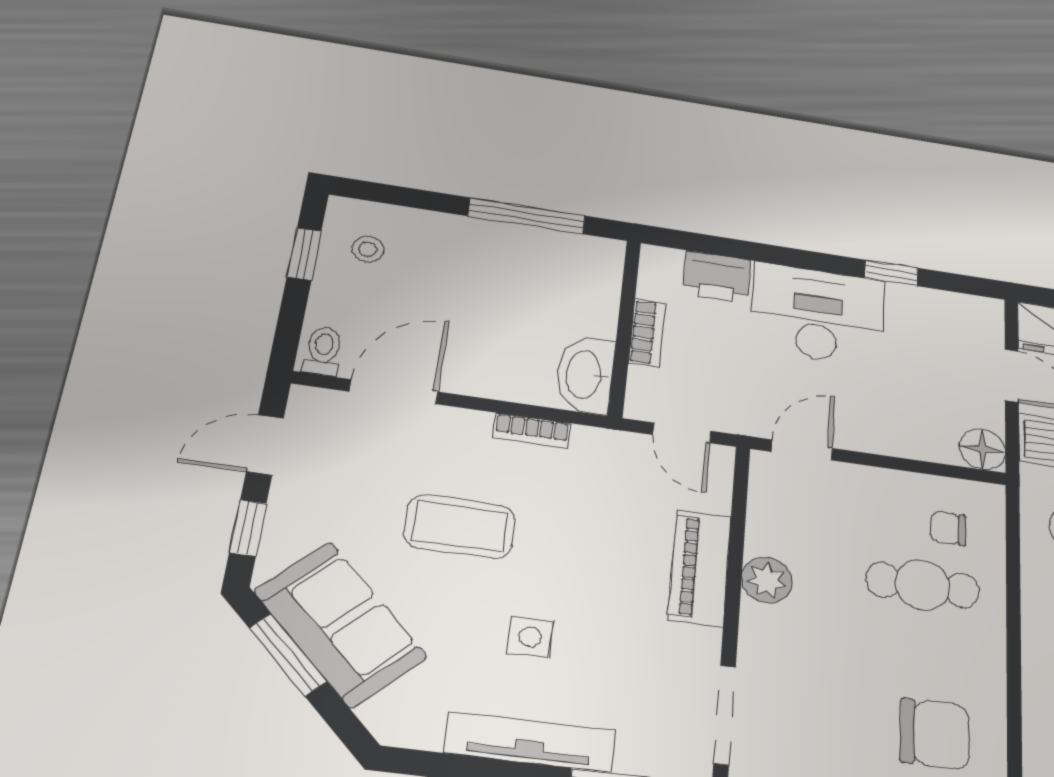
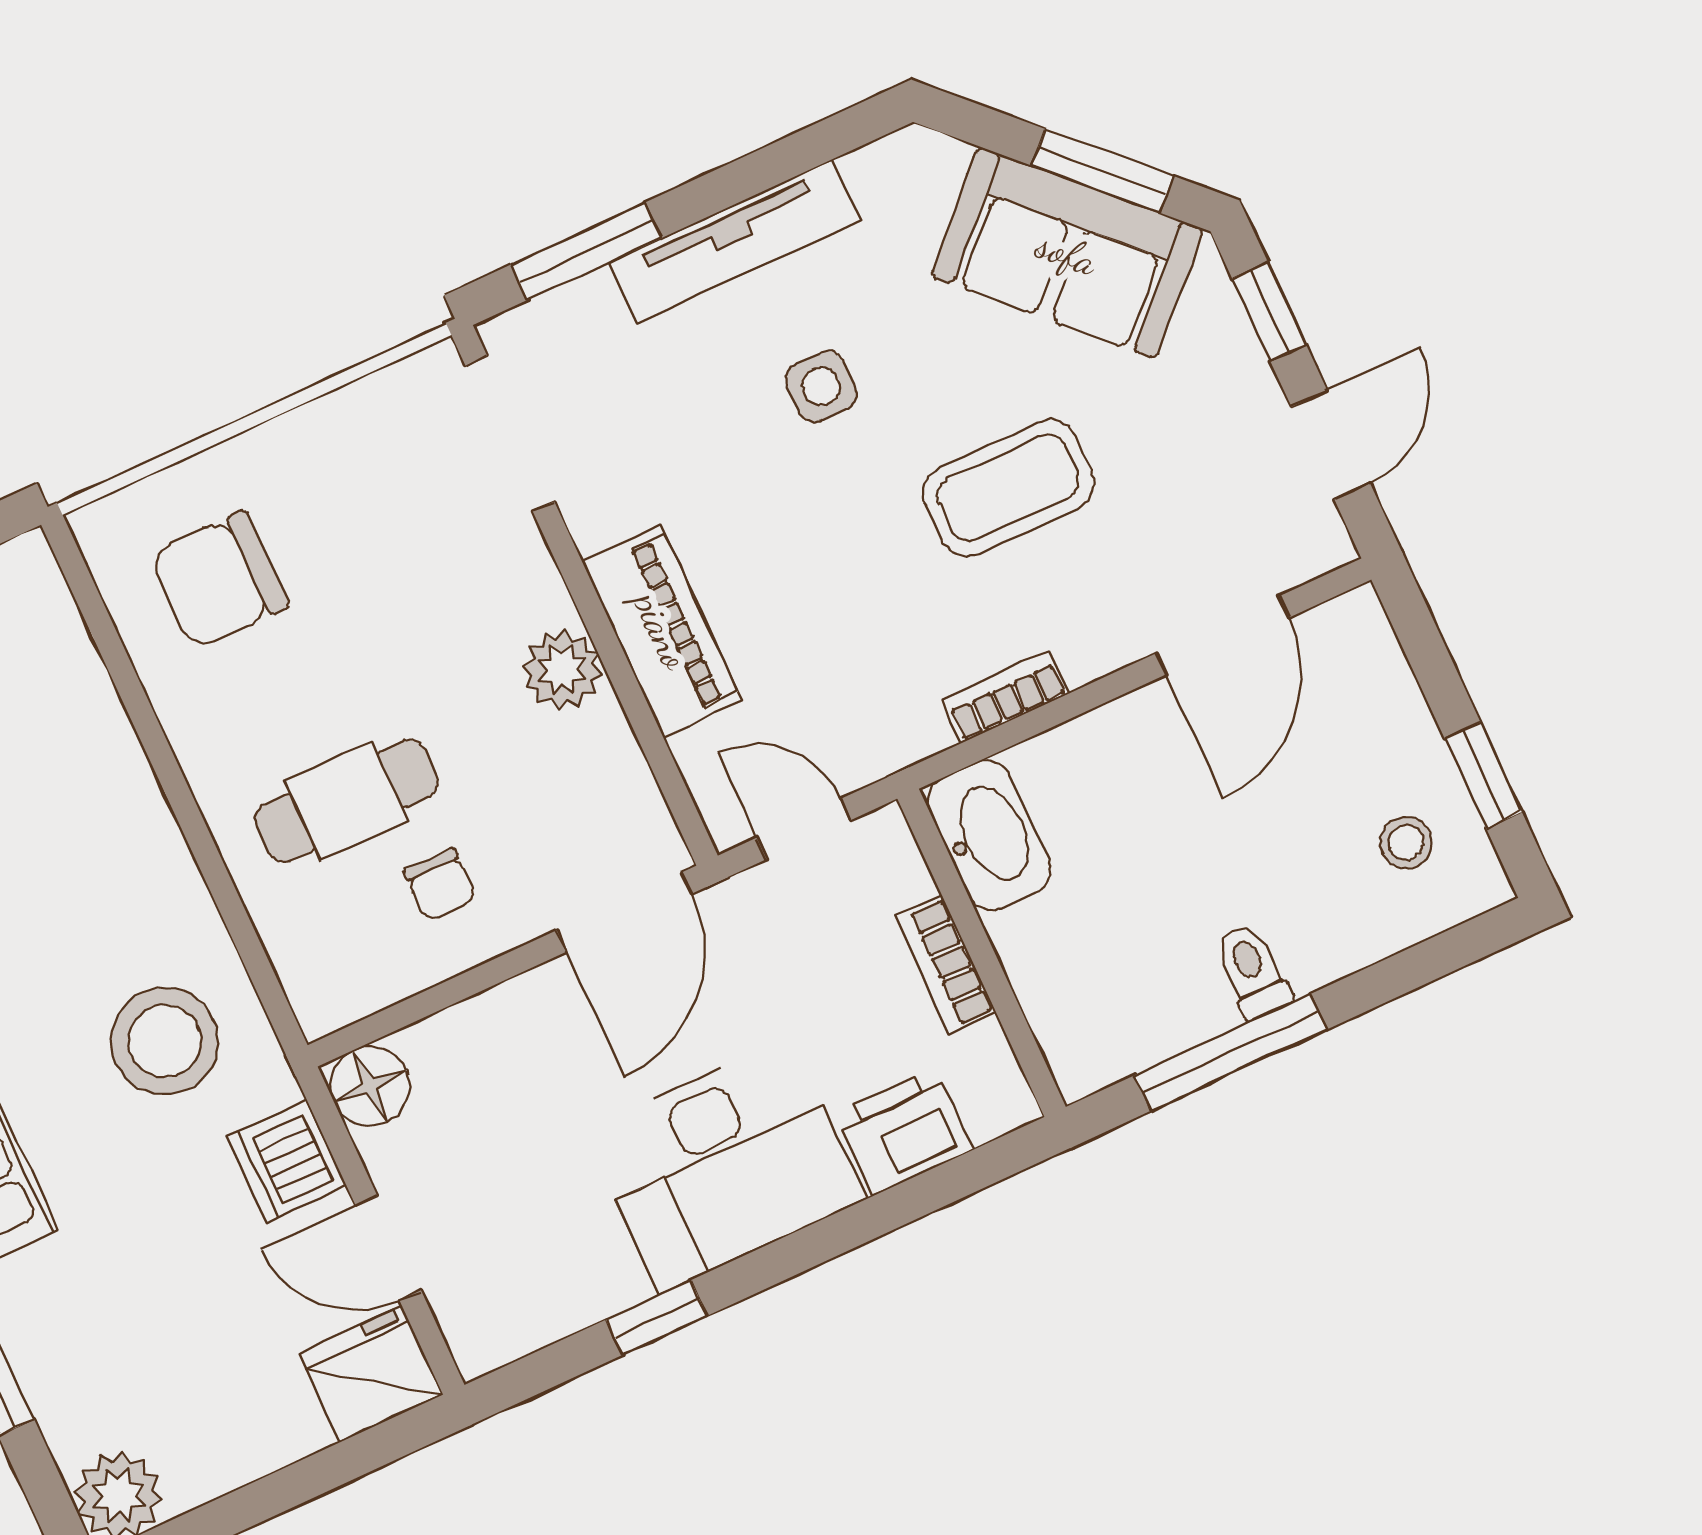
toilet: (323, 351) -> (1253, 971), moved, turned 180
door: (802, 450) -> (624, 912), width x1.38
chair: (949, 528) -> (440, 885), moved, turned 90

